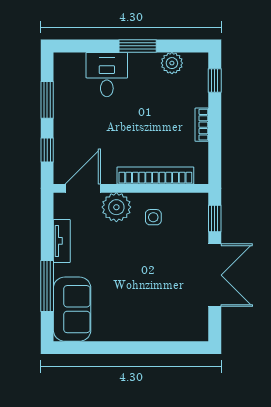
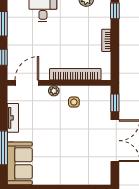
plant: (116, 207) -> (54, 91), width x0.53, depth x0.53

